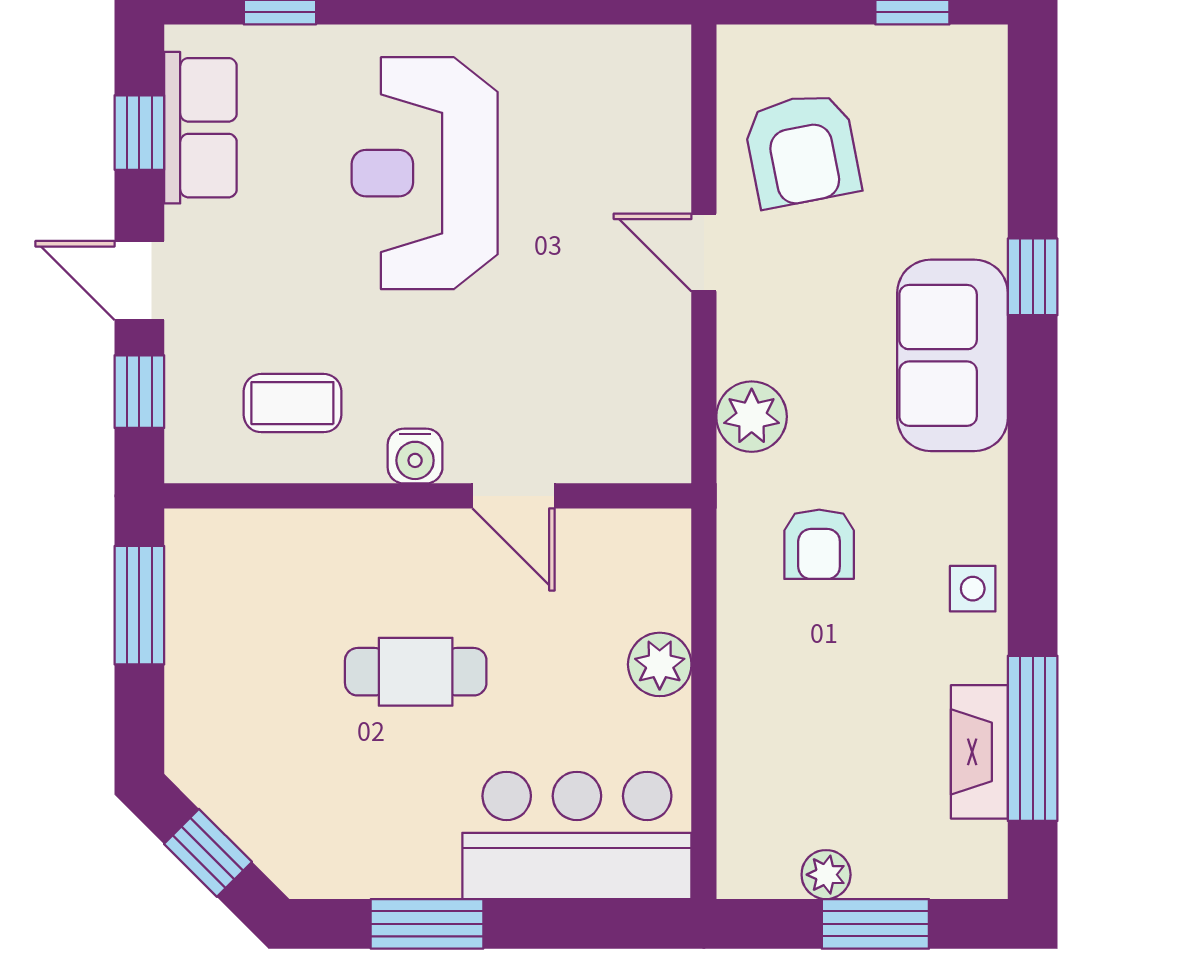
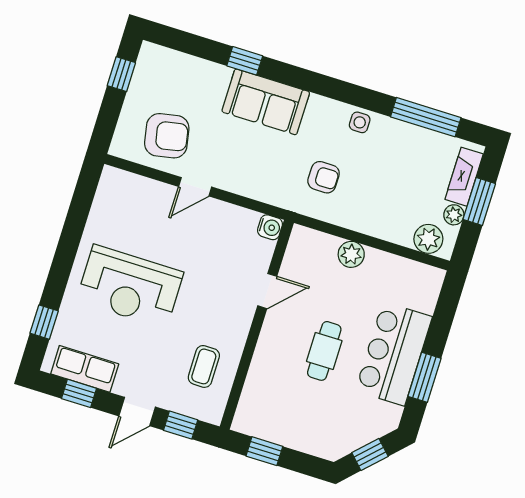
plant: (752, 417) -> (428, 239), moved
water cooler: (415, 456) -> (270, 227), moved
window: (139, 605) -> (264, 451), width x0.67
fireplace: (979, 752) -> (464, 177), moved, turned 90
bar counter: (577, 835) -> (394, 354), moved

